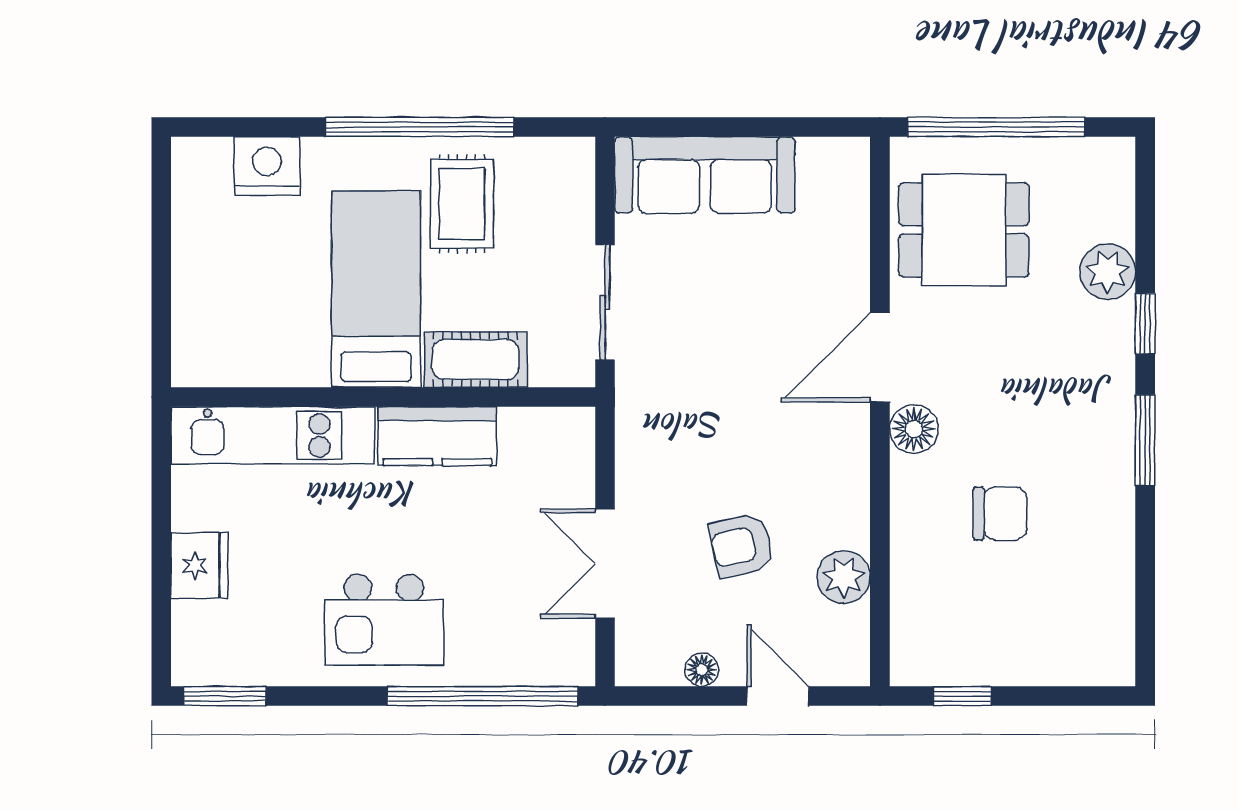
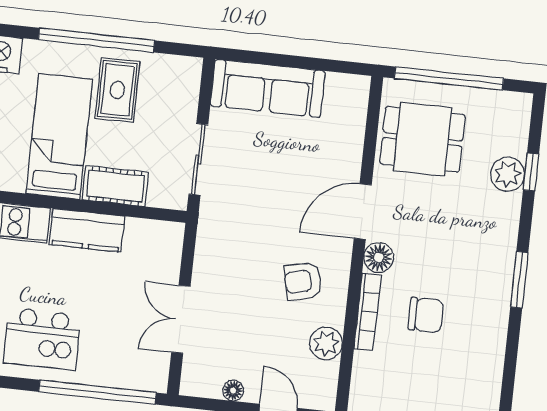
window: (1145, 323) -> (531, 172), moved
bookcase: (905, 519) -> (367, 312), added
armchair: (742, 545) -> (303, 281), moved

